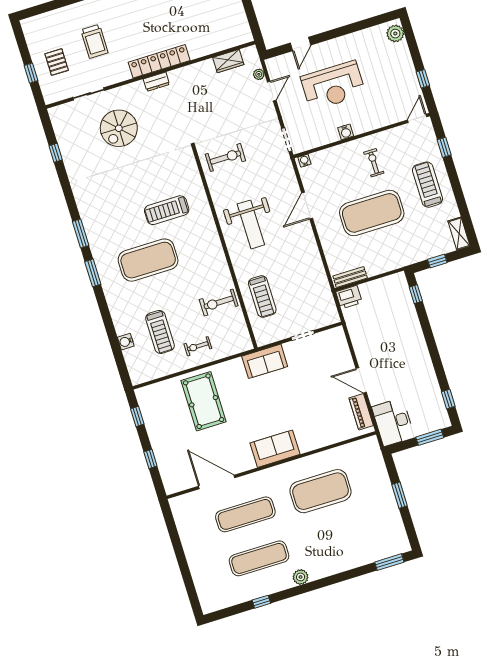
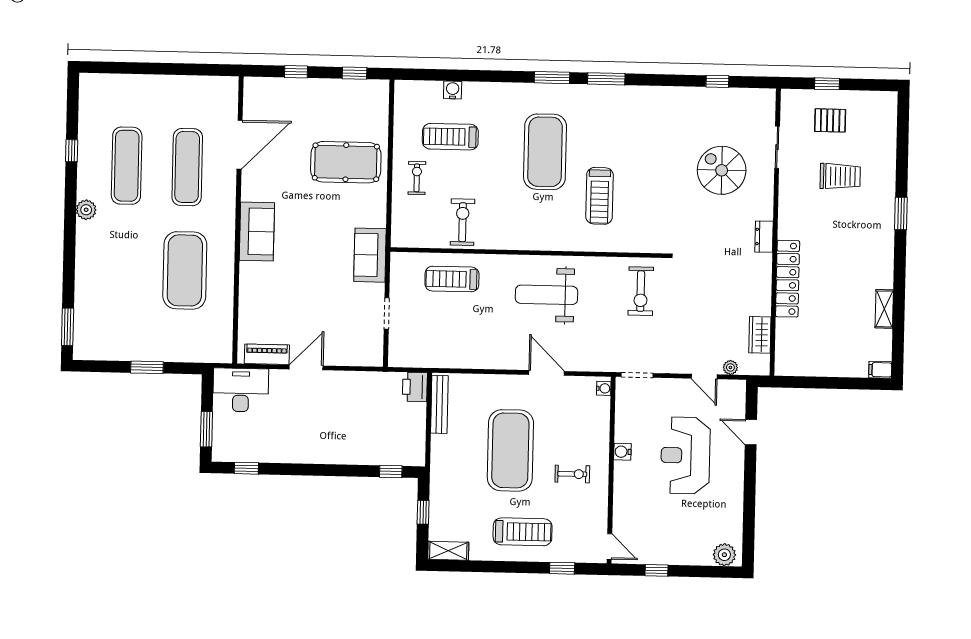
trolley: (94, 41) -> (840, 176), turned 180
locker: (159, 61) -> (788, 279), moved
treadmill: (167, 210) -> (600, 196), turned 180
bench: (350, 277) -> (439, 404), width x1.36

